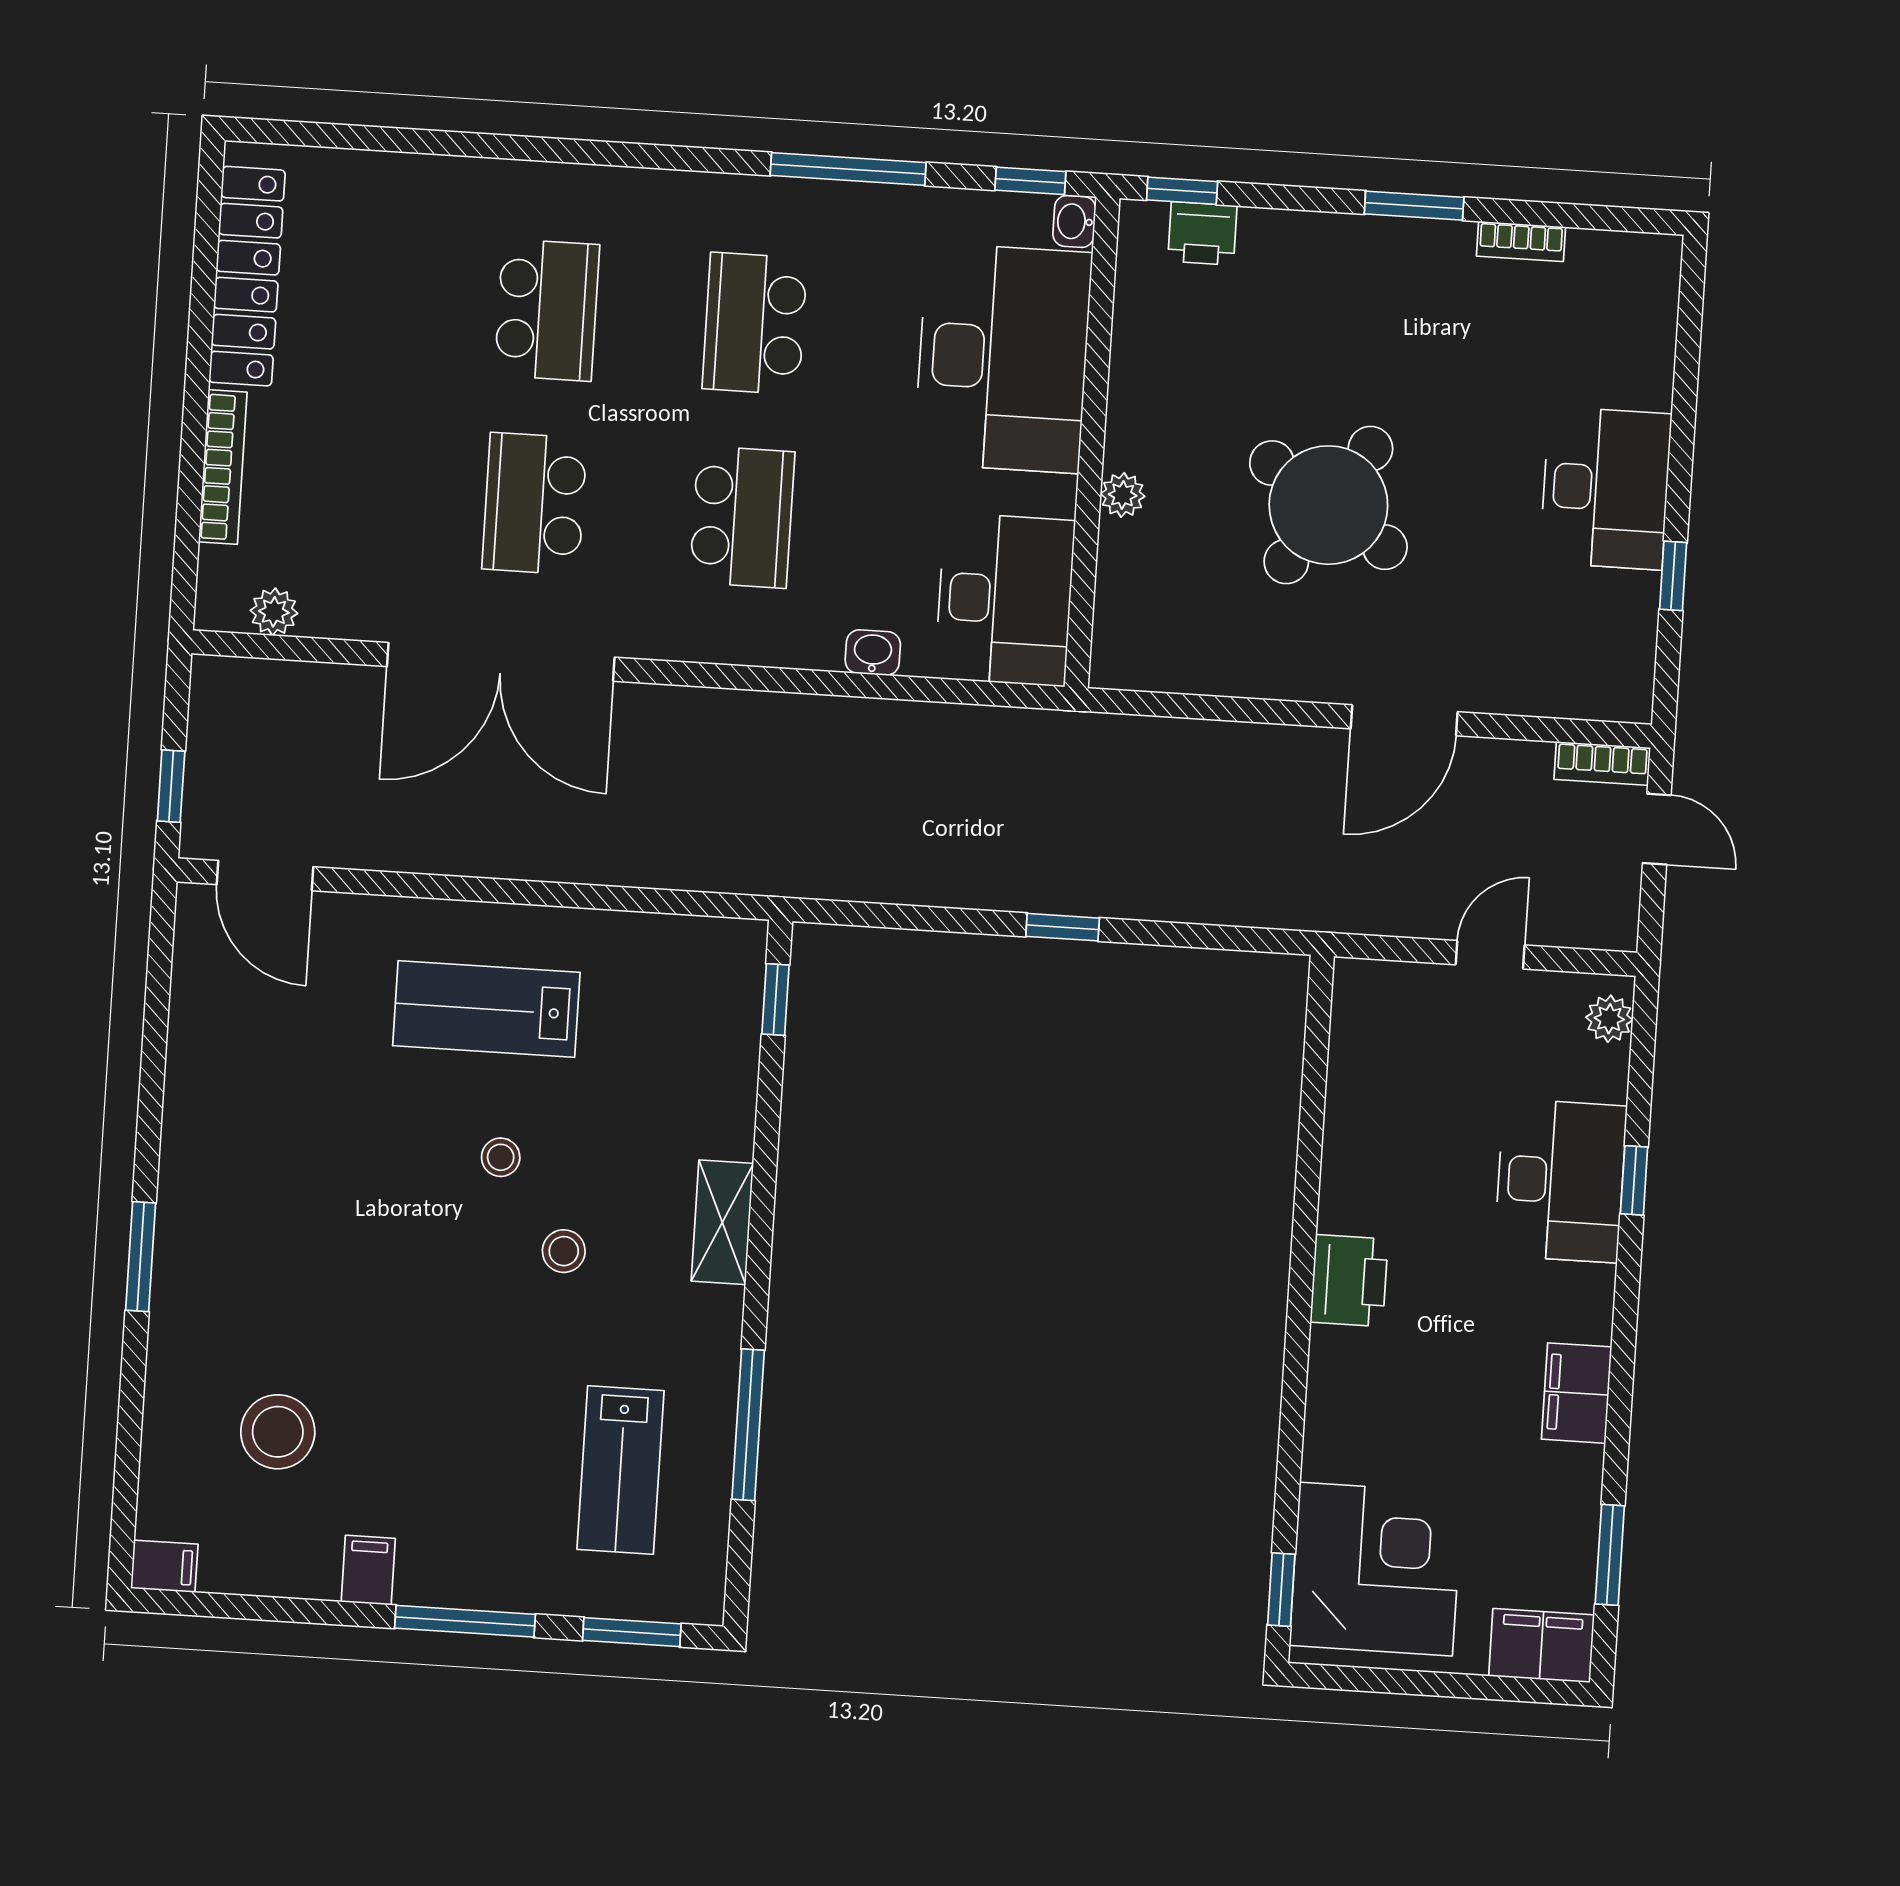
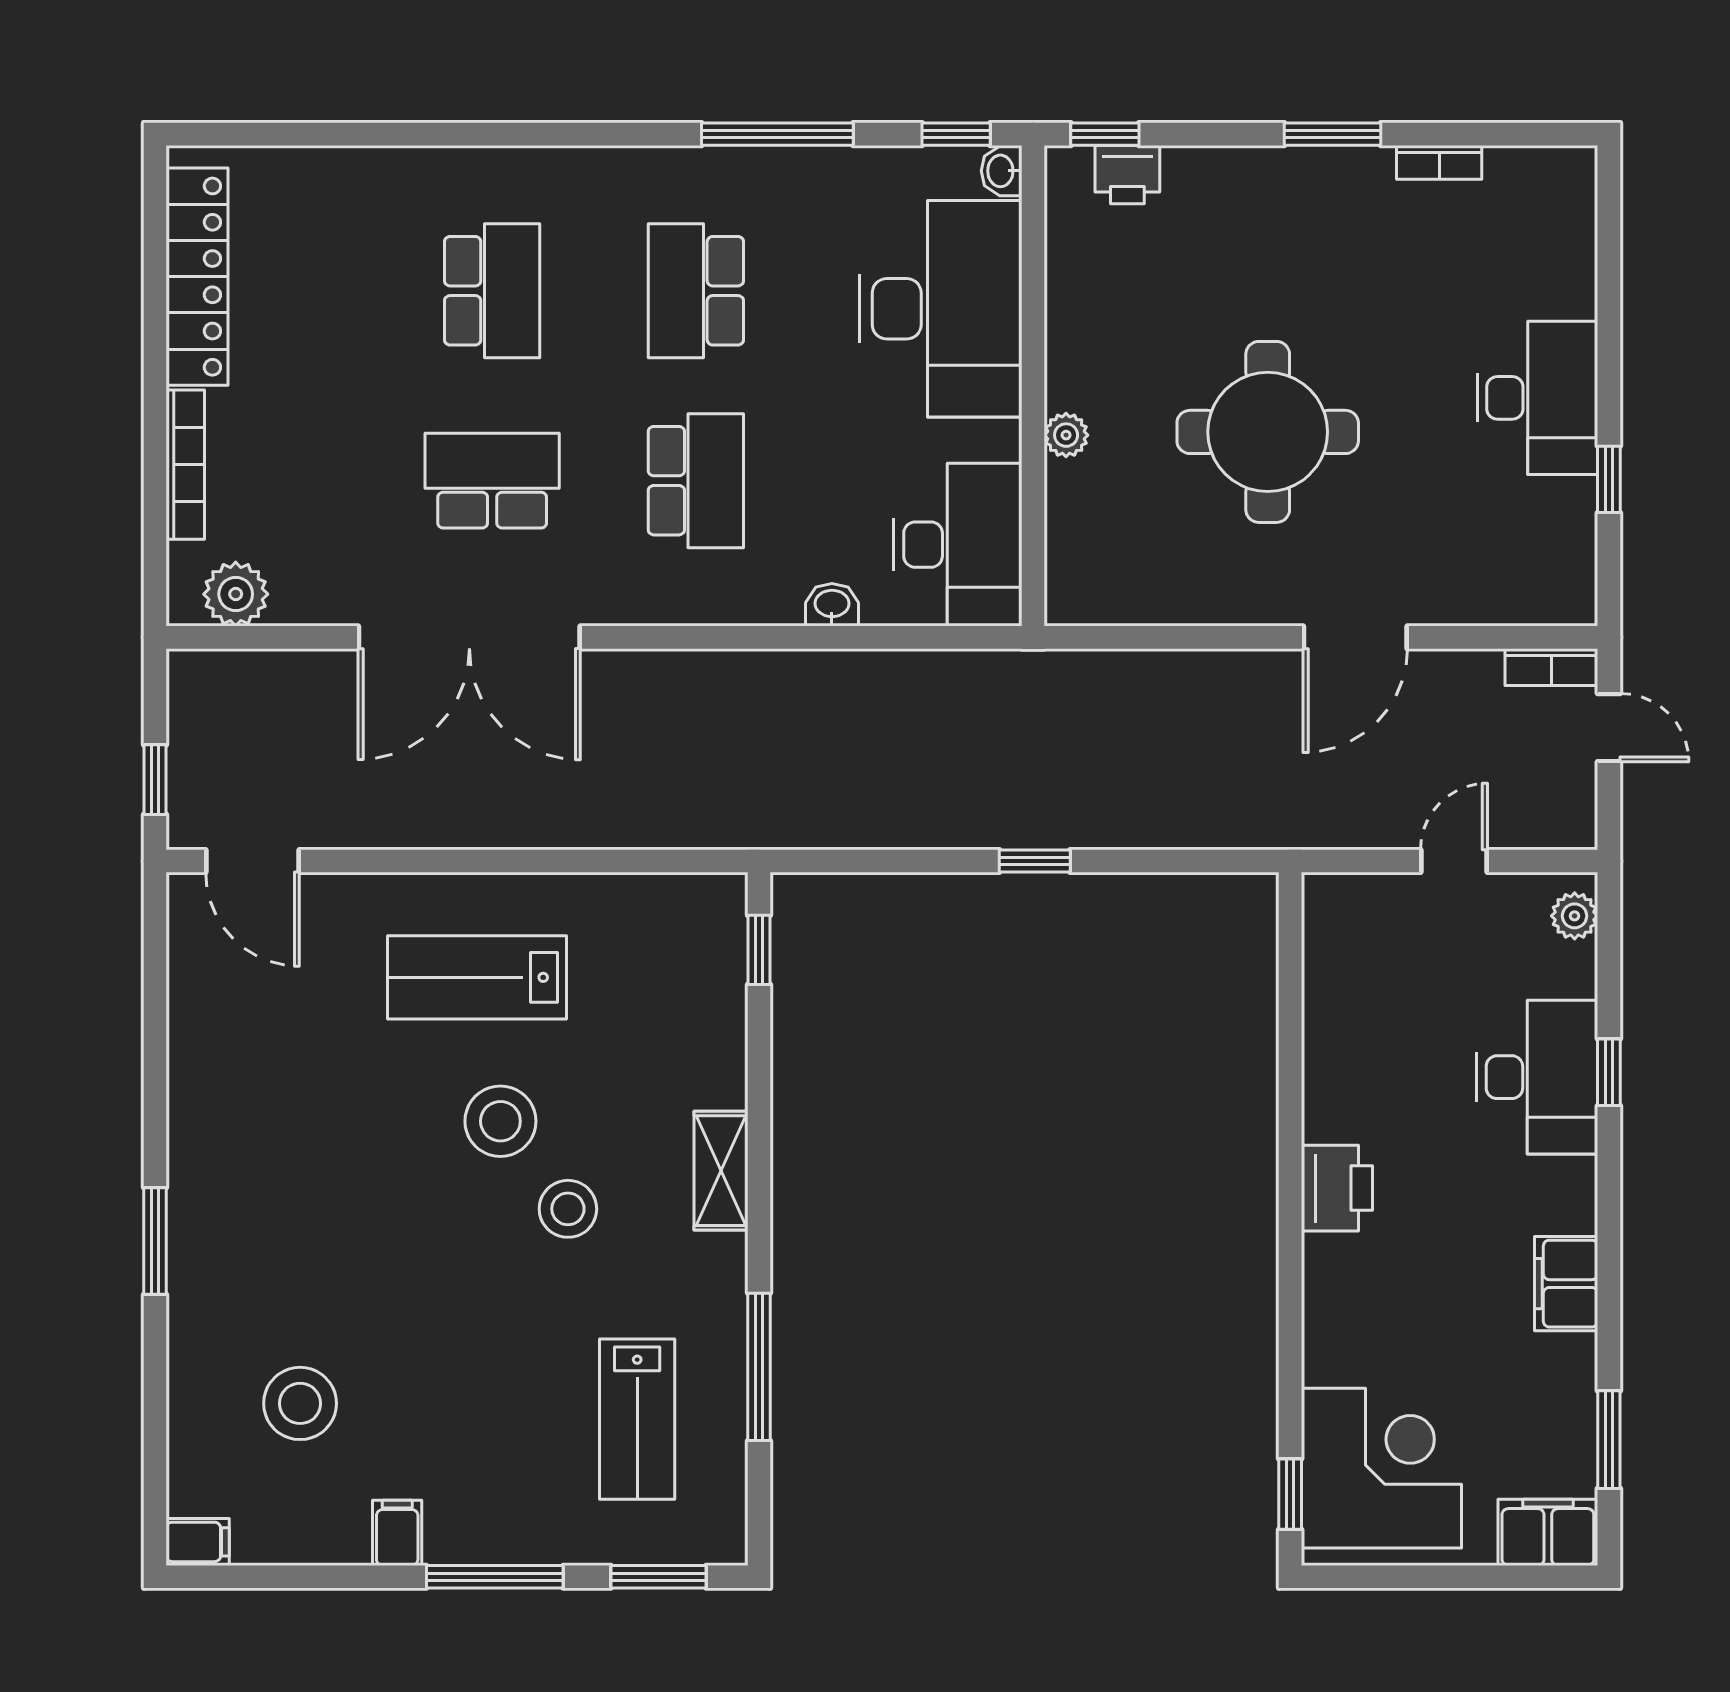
school desk: (534, 504) -> (492, 481), turned 90
round table: (1328, 505) -> (1268, 432), turned -33
plant: (274, 612) -> (236, 594), width x1.38, depth x1.38
stool: (501, 1157) -> (500, 1121), width x1.89, depth x1.89
stool: (564, 1251) -> (568, 1209), width x1.37, depth x1.37

